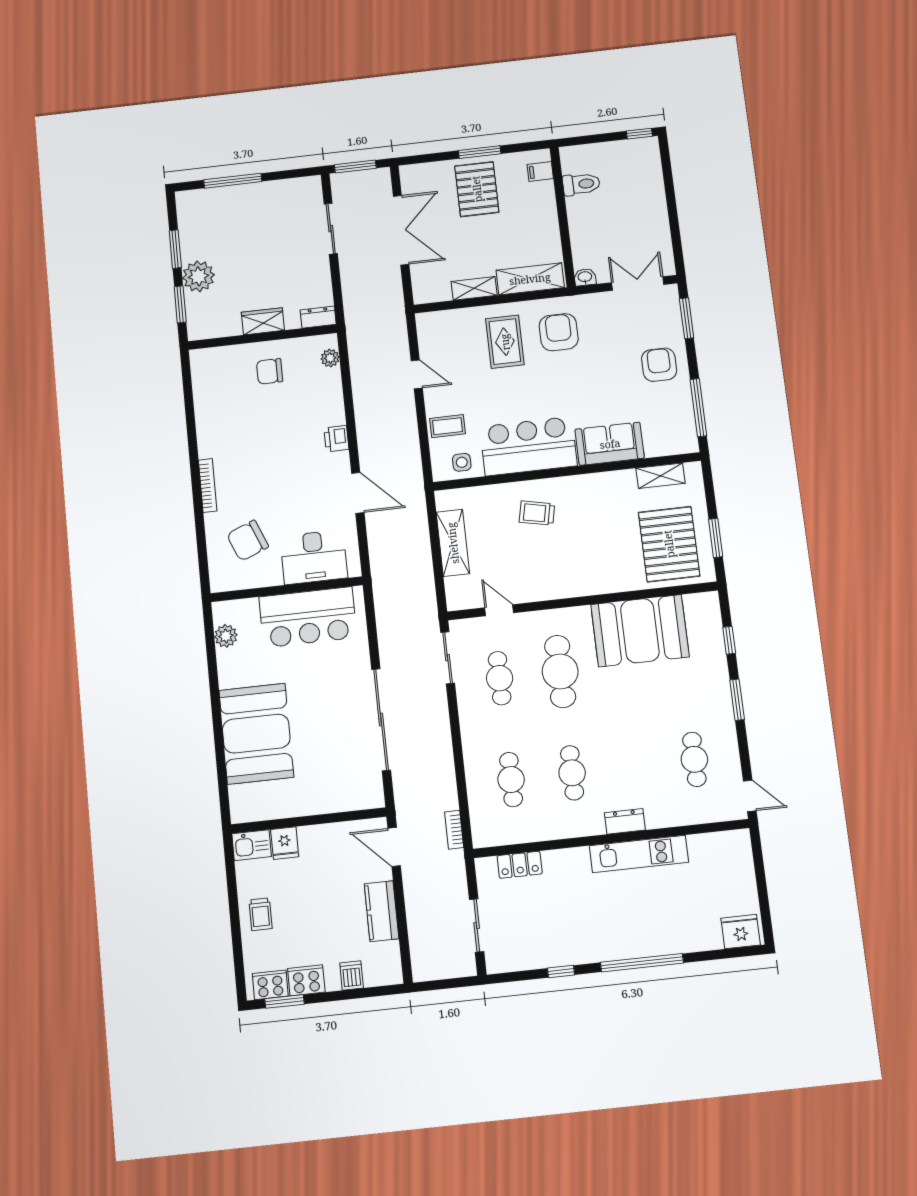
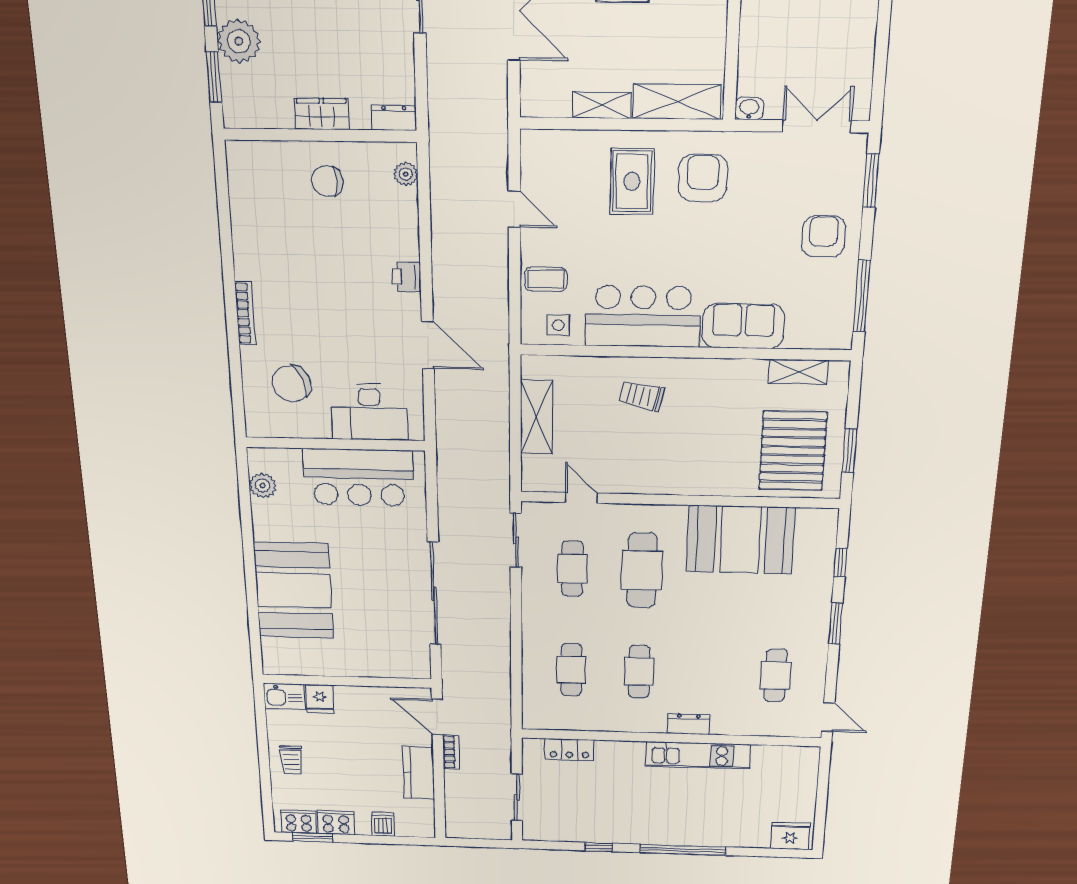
bookcase: (454, 830) -> (451, 752), moved, turned 180

